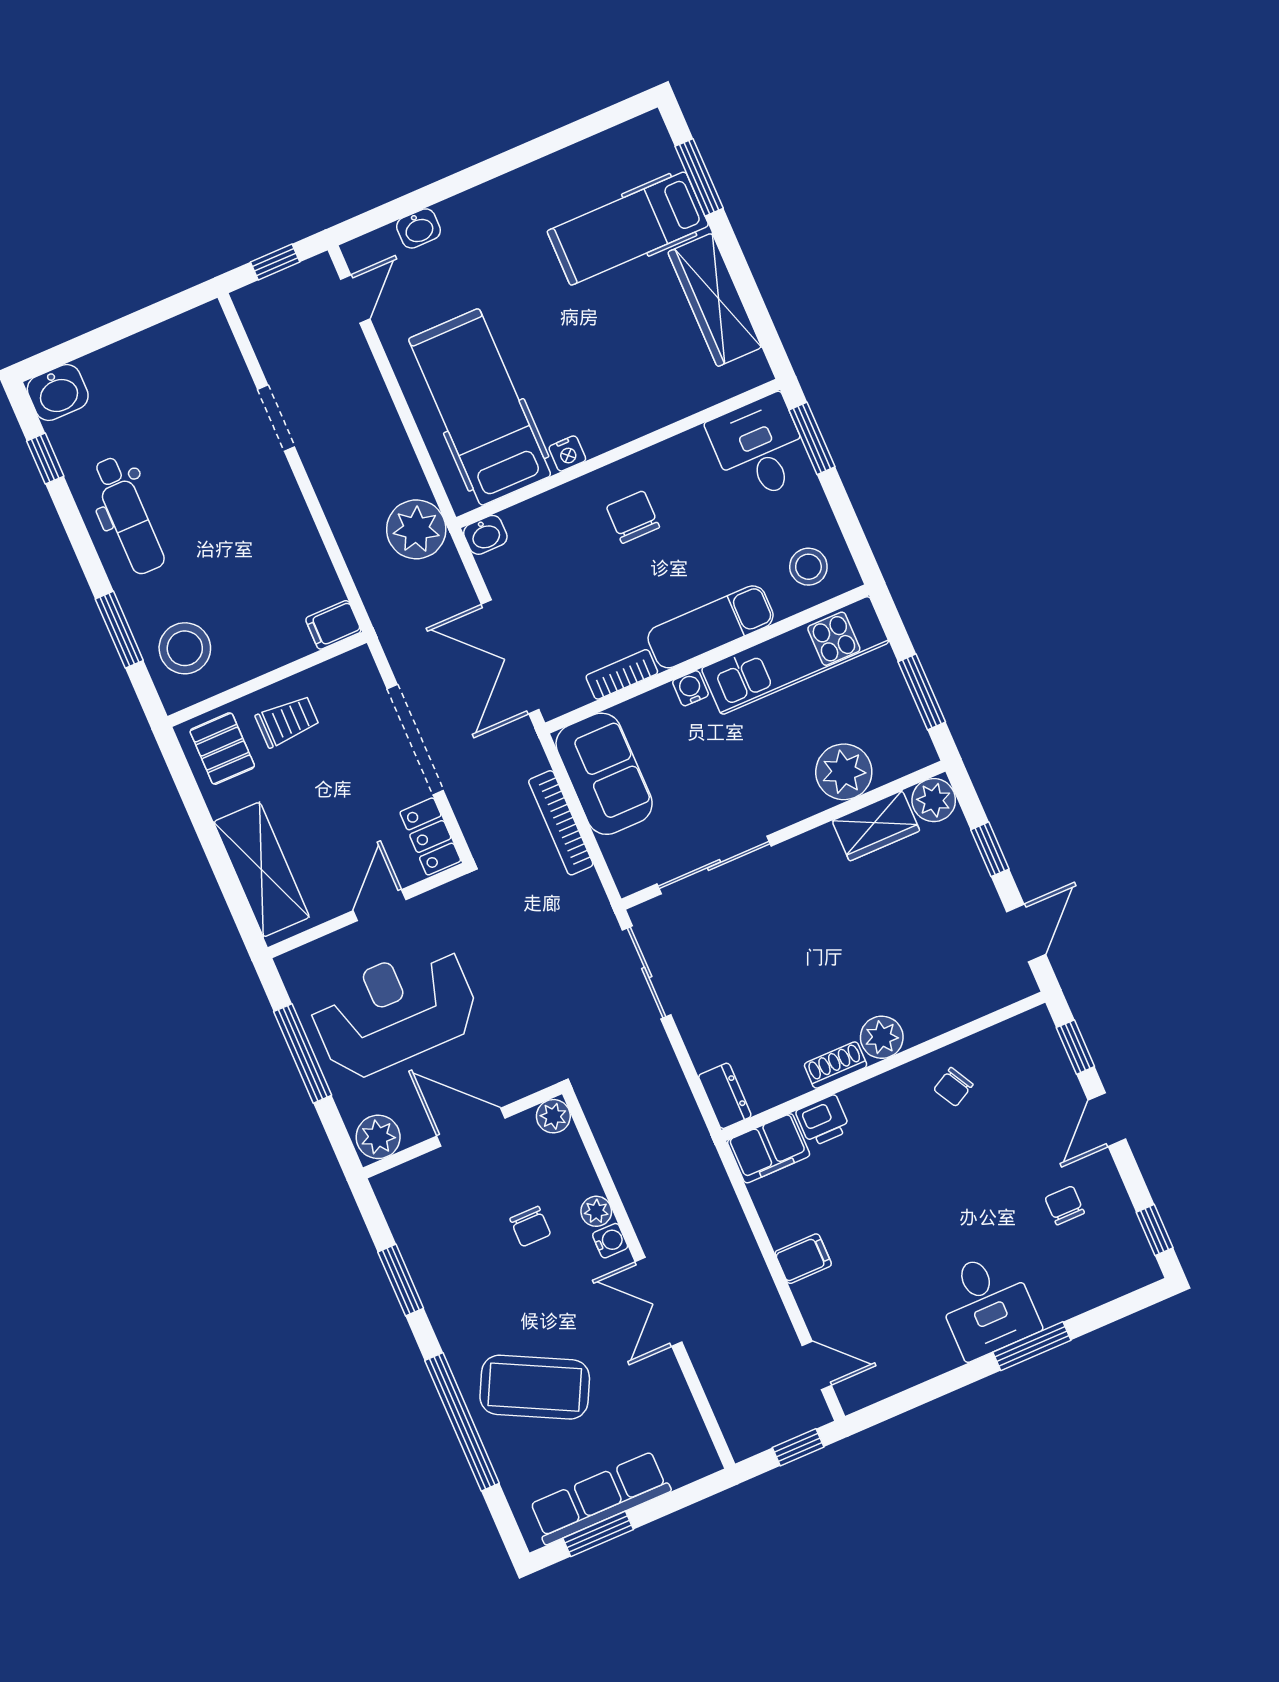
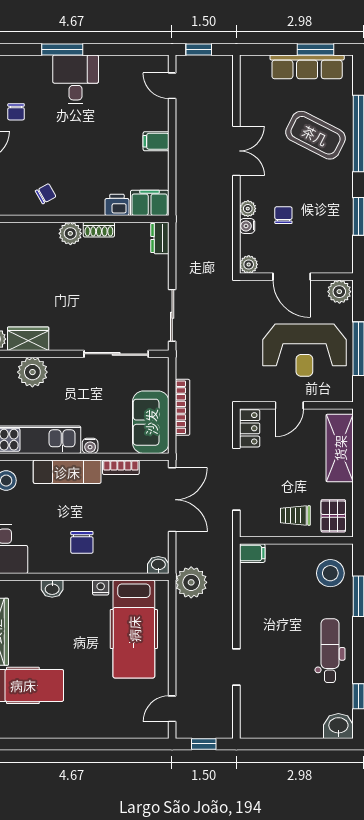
washbasin: (419, 228) -> (52, 589), moved, turned 180
water cooler: (610, 1241) -> (247, 226), moved

